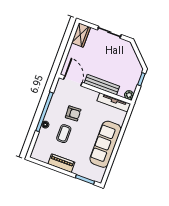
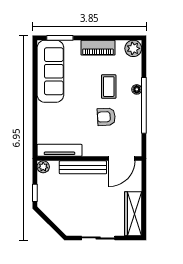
wardrobe: (81, 35) -> (133, 214), width x1.50
door: (73, 81) -> (122, 159), hinge flipped
sofa: (105, 144) -> (50, 71), moved
plant: (37, 154) -> (133, 48), added

